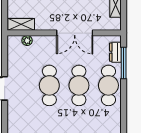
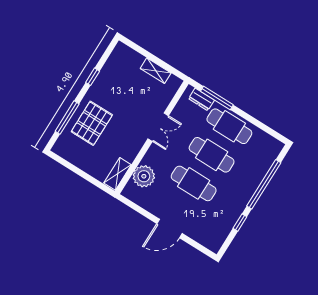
double door: (75, 33) -> (158, 127), width x0.73
plant: (27, 41) -> (144, 176), width x1.88, depth x1.88

